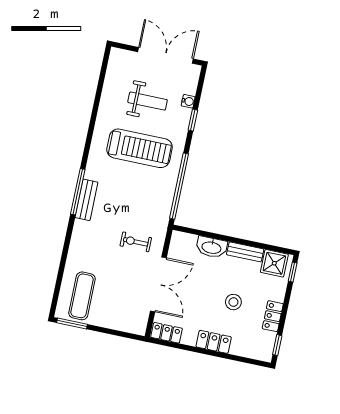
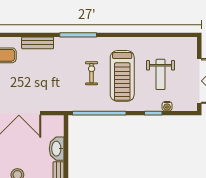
bench: (86, 200) -> (38, 43), moved
exercise bike: (136, 242) -> (92, 73), moved

